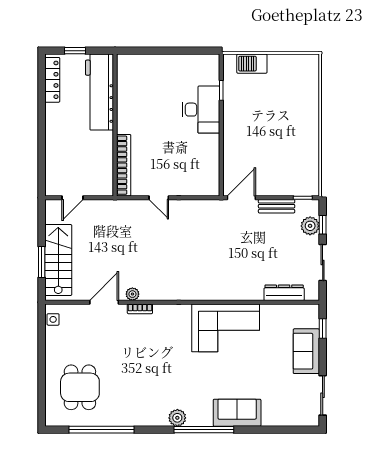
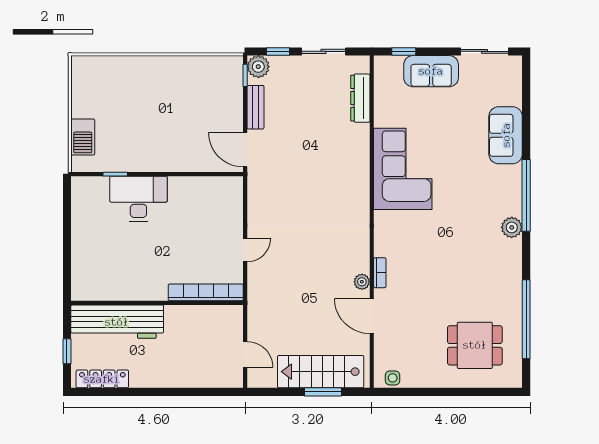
plant: (310, 226) -> (258, 67), moved
sofa: (237, 413) -> (506, 135), moved

